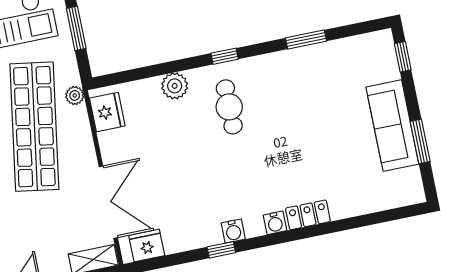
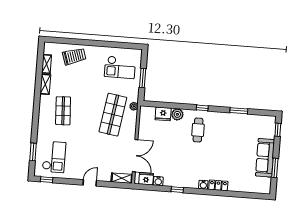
fridge: (107, 112) -> (163, 114), moved, turned 90
shop shelf: (34, 127) -> (113, 115), width x0.71
water cooler: (233, 231) -> (158, 181), moved

